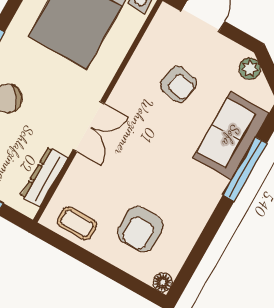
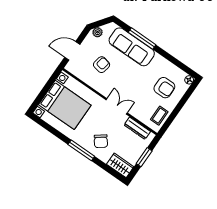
sofa: (231, 136) -> (132, 47), width x1.36

